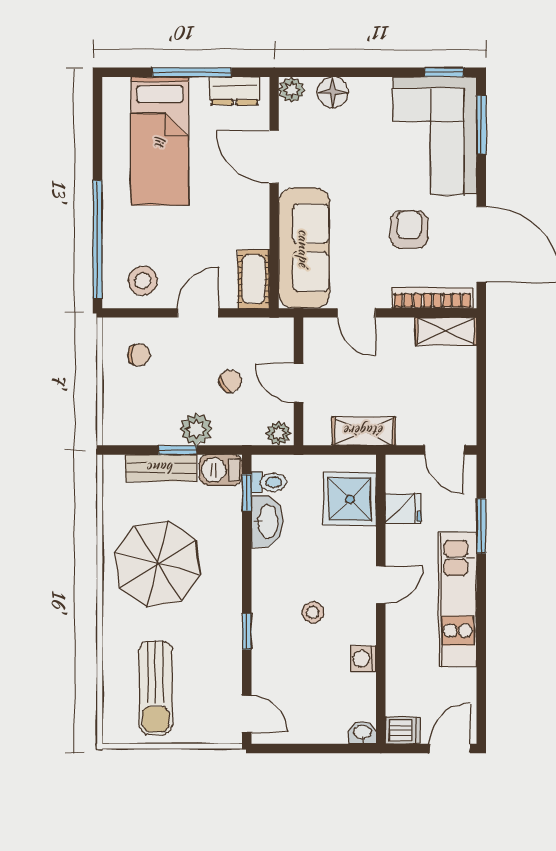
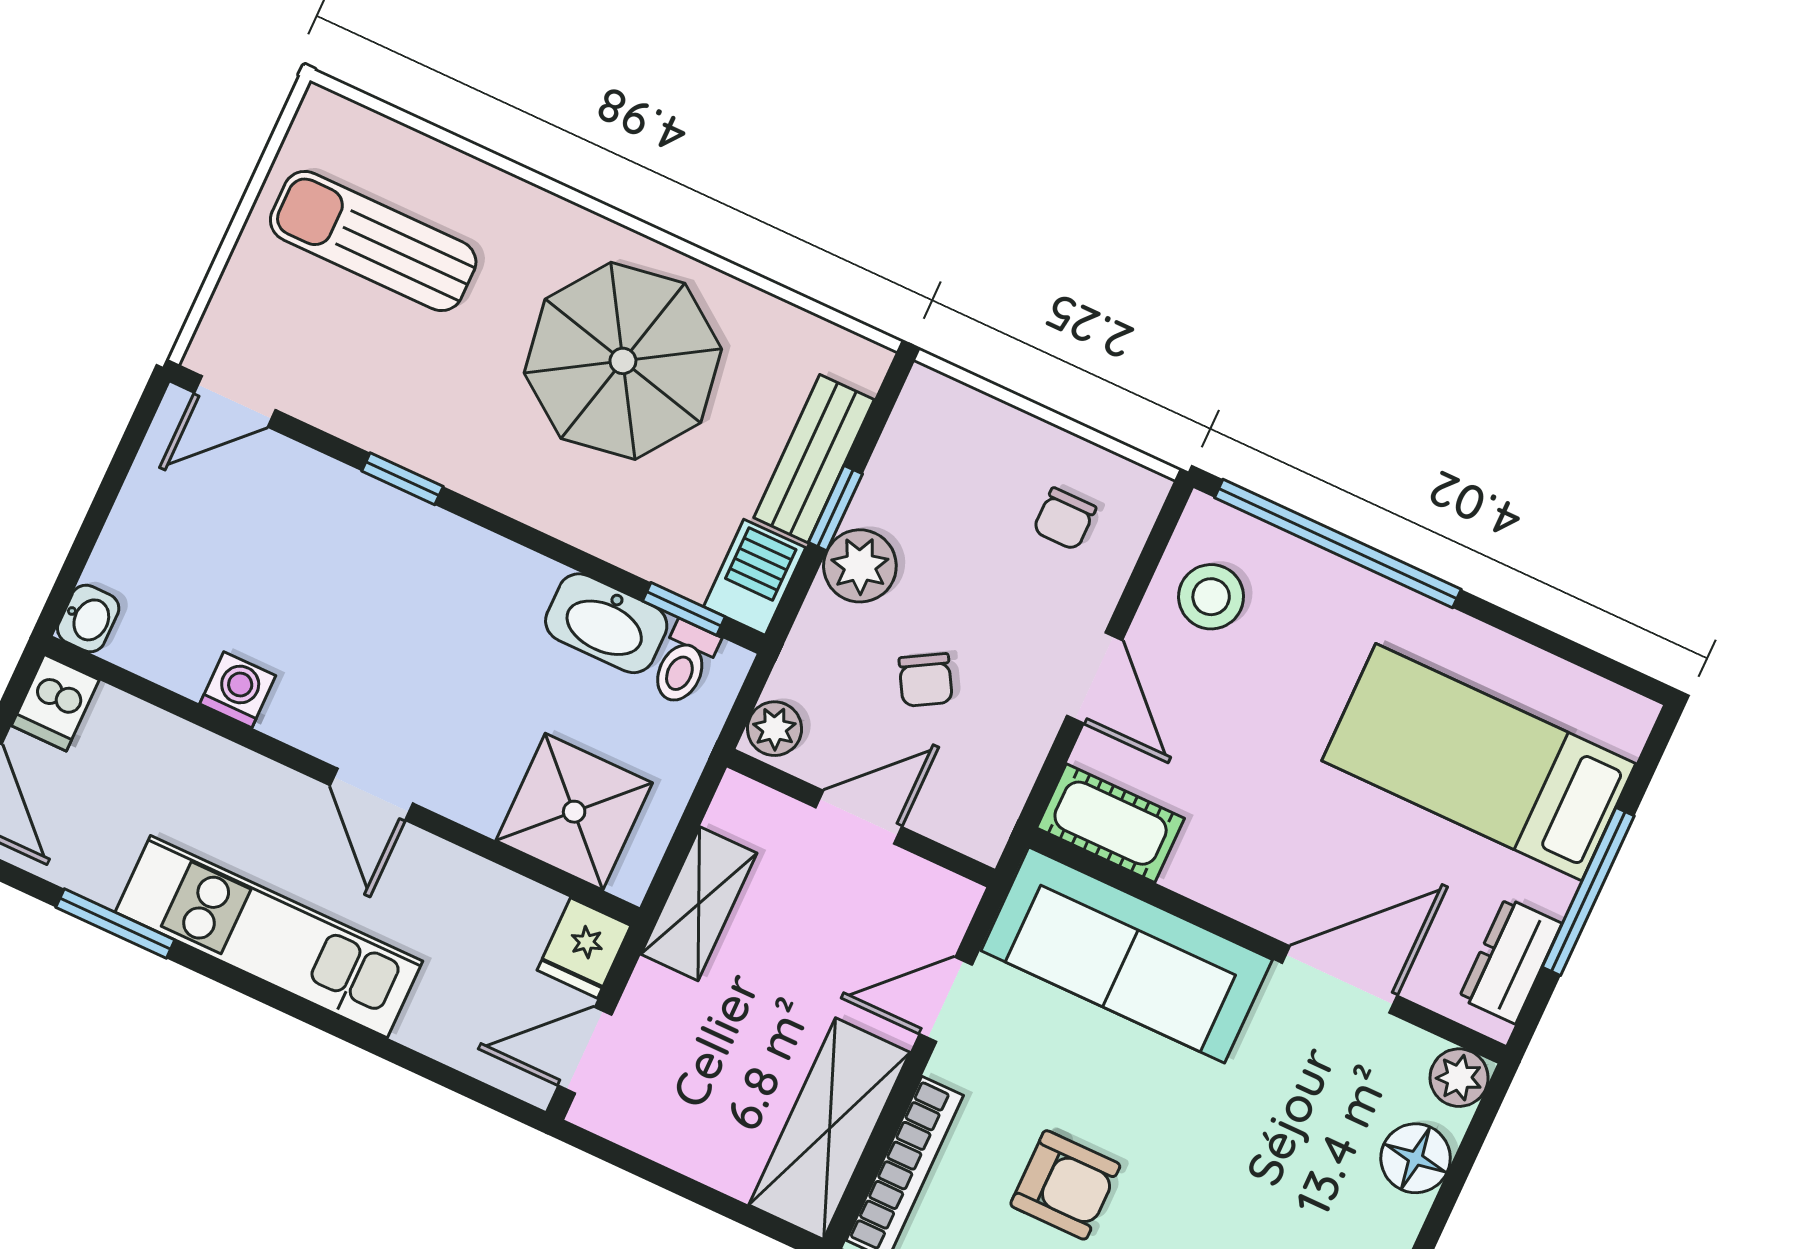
shelving: (446, 331) -> (829, 1129), width x1.50, depth x1.33
fridge: (403, 509) -> (584, 948), moved
window: (481, 526) -> (115, 924), moved
stool: (313, 612) -> (379, 631), removed

